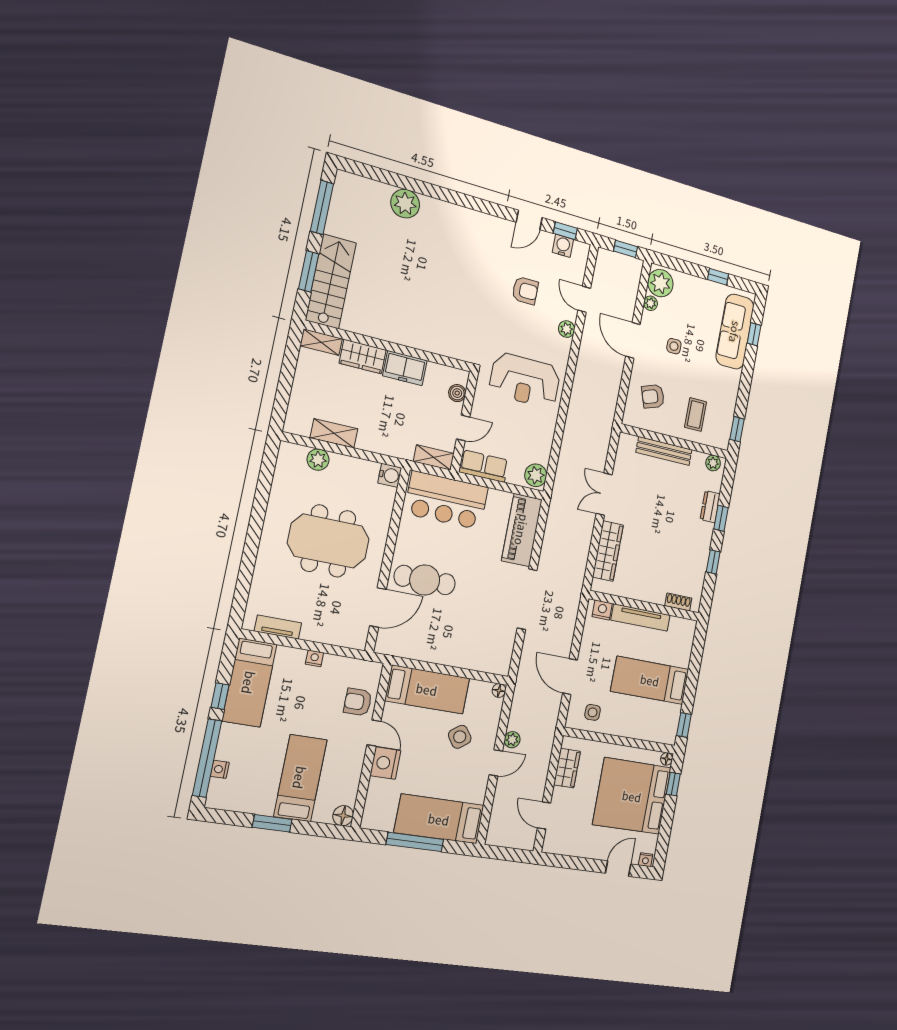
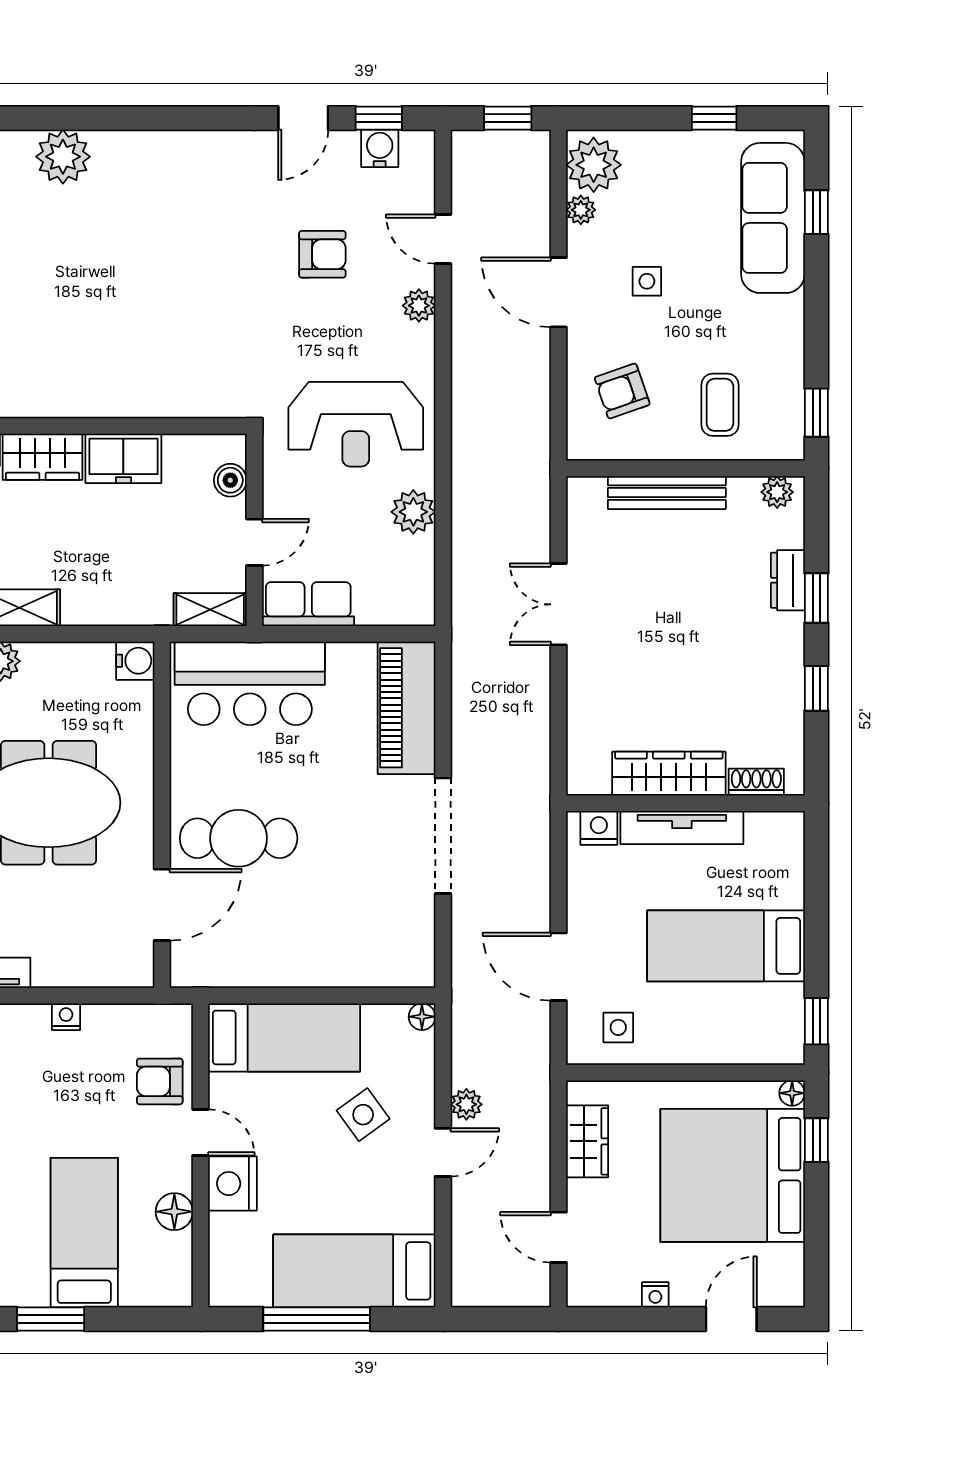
plant: (536, 475) -> (413, 512), moved
wardrobe: (608, 551) -> (669, 774), moved, turned -90
floor lamp: (343, 816) -> (174, 1212), moved
nightstand: (646, 860) -> (655, 1295), moved

